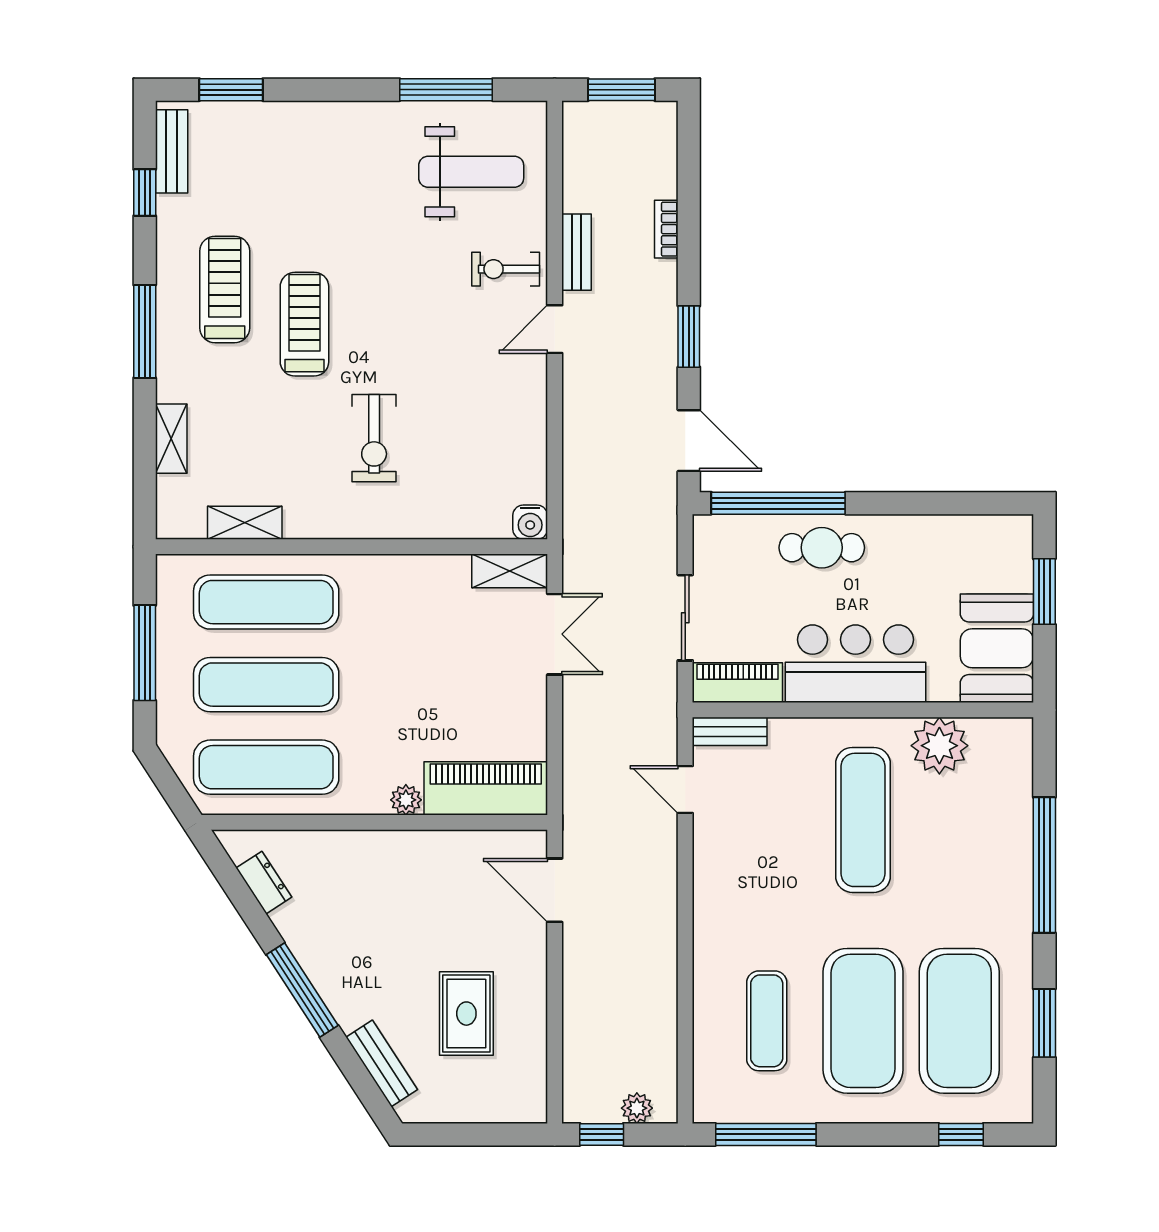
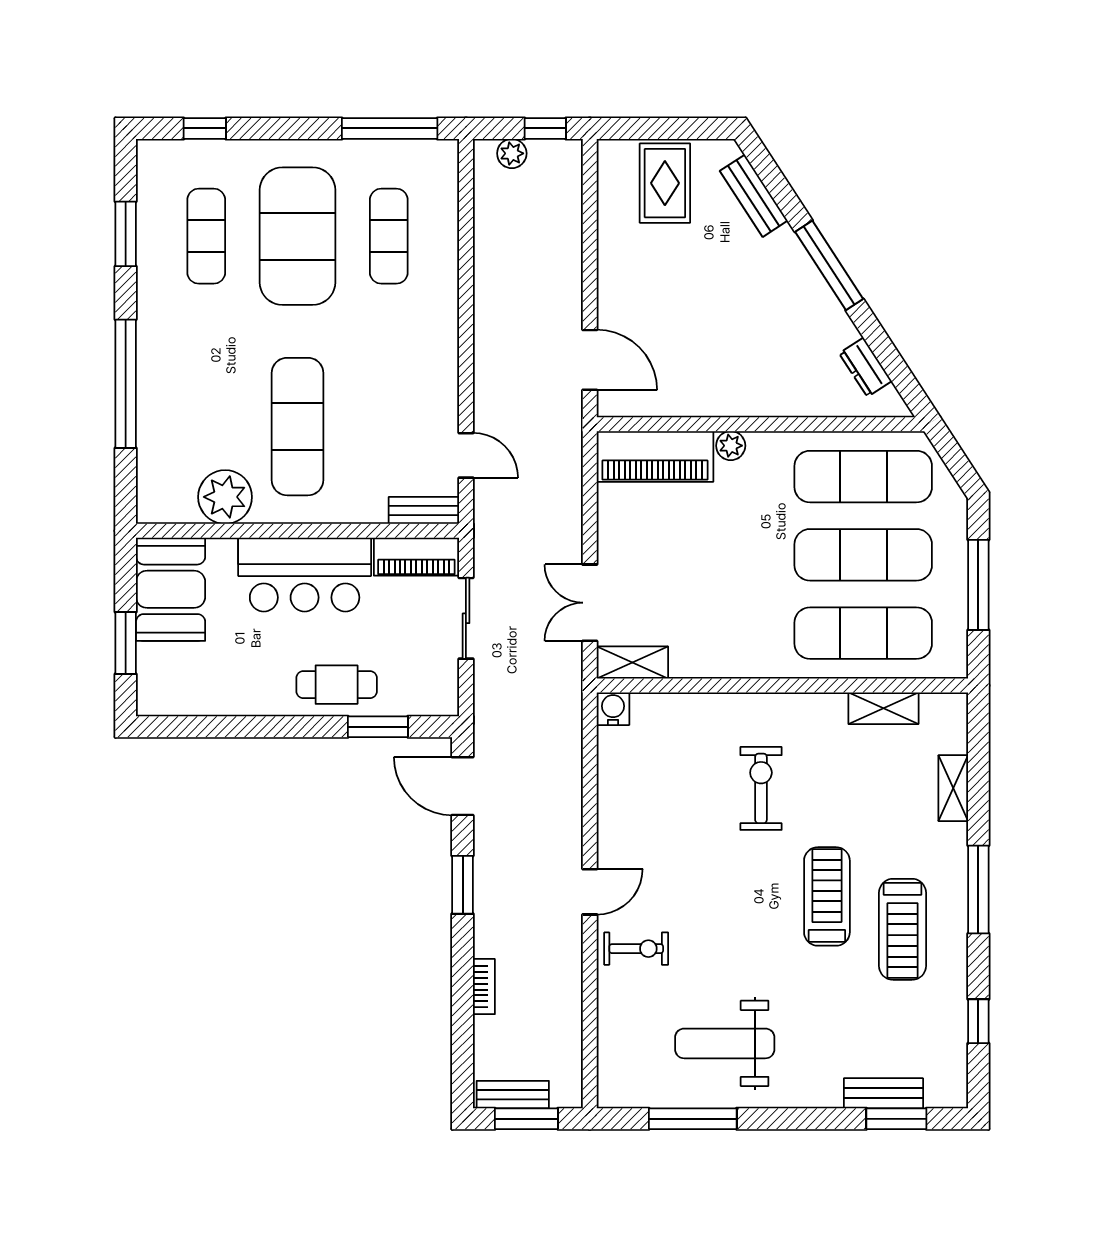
bench: (172, 151) -> (883, 1093), moved, turned 90
weight bench: (471, 172) -> (725, 1043), moved
bench: (576, 252) -> (513, 1095), moved, turned 90
treadmill: (304, 324) -> (827, 896), turned 180
window: (778, 503) -> (378, 727), width x0.47
rug: (466, 1014) -> (665, 183), moved
exercise mat: (959, 1021) -> (206, 236), width x0.50, depth x0.69

